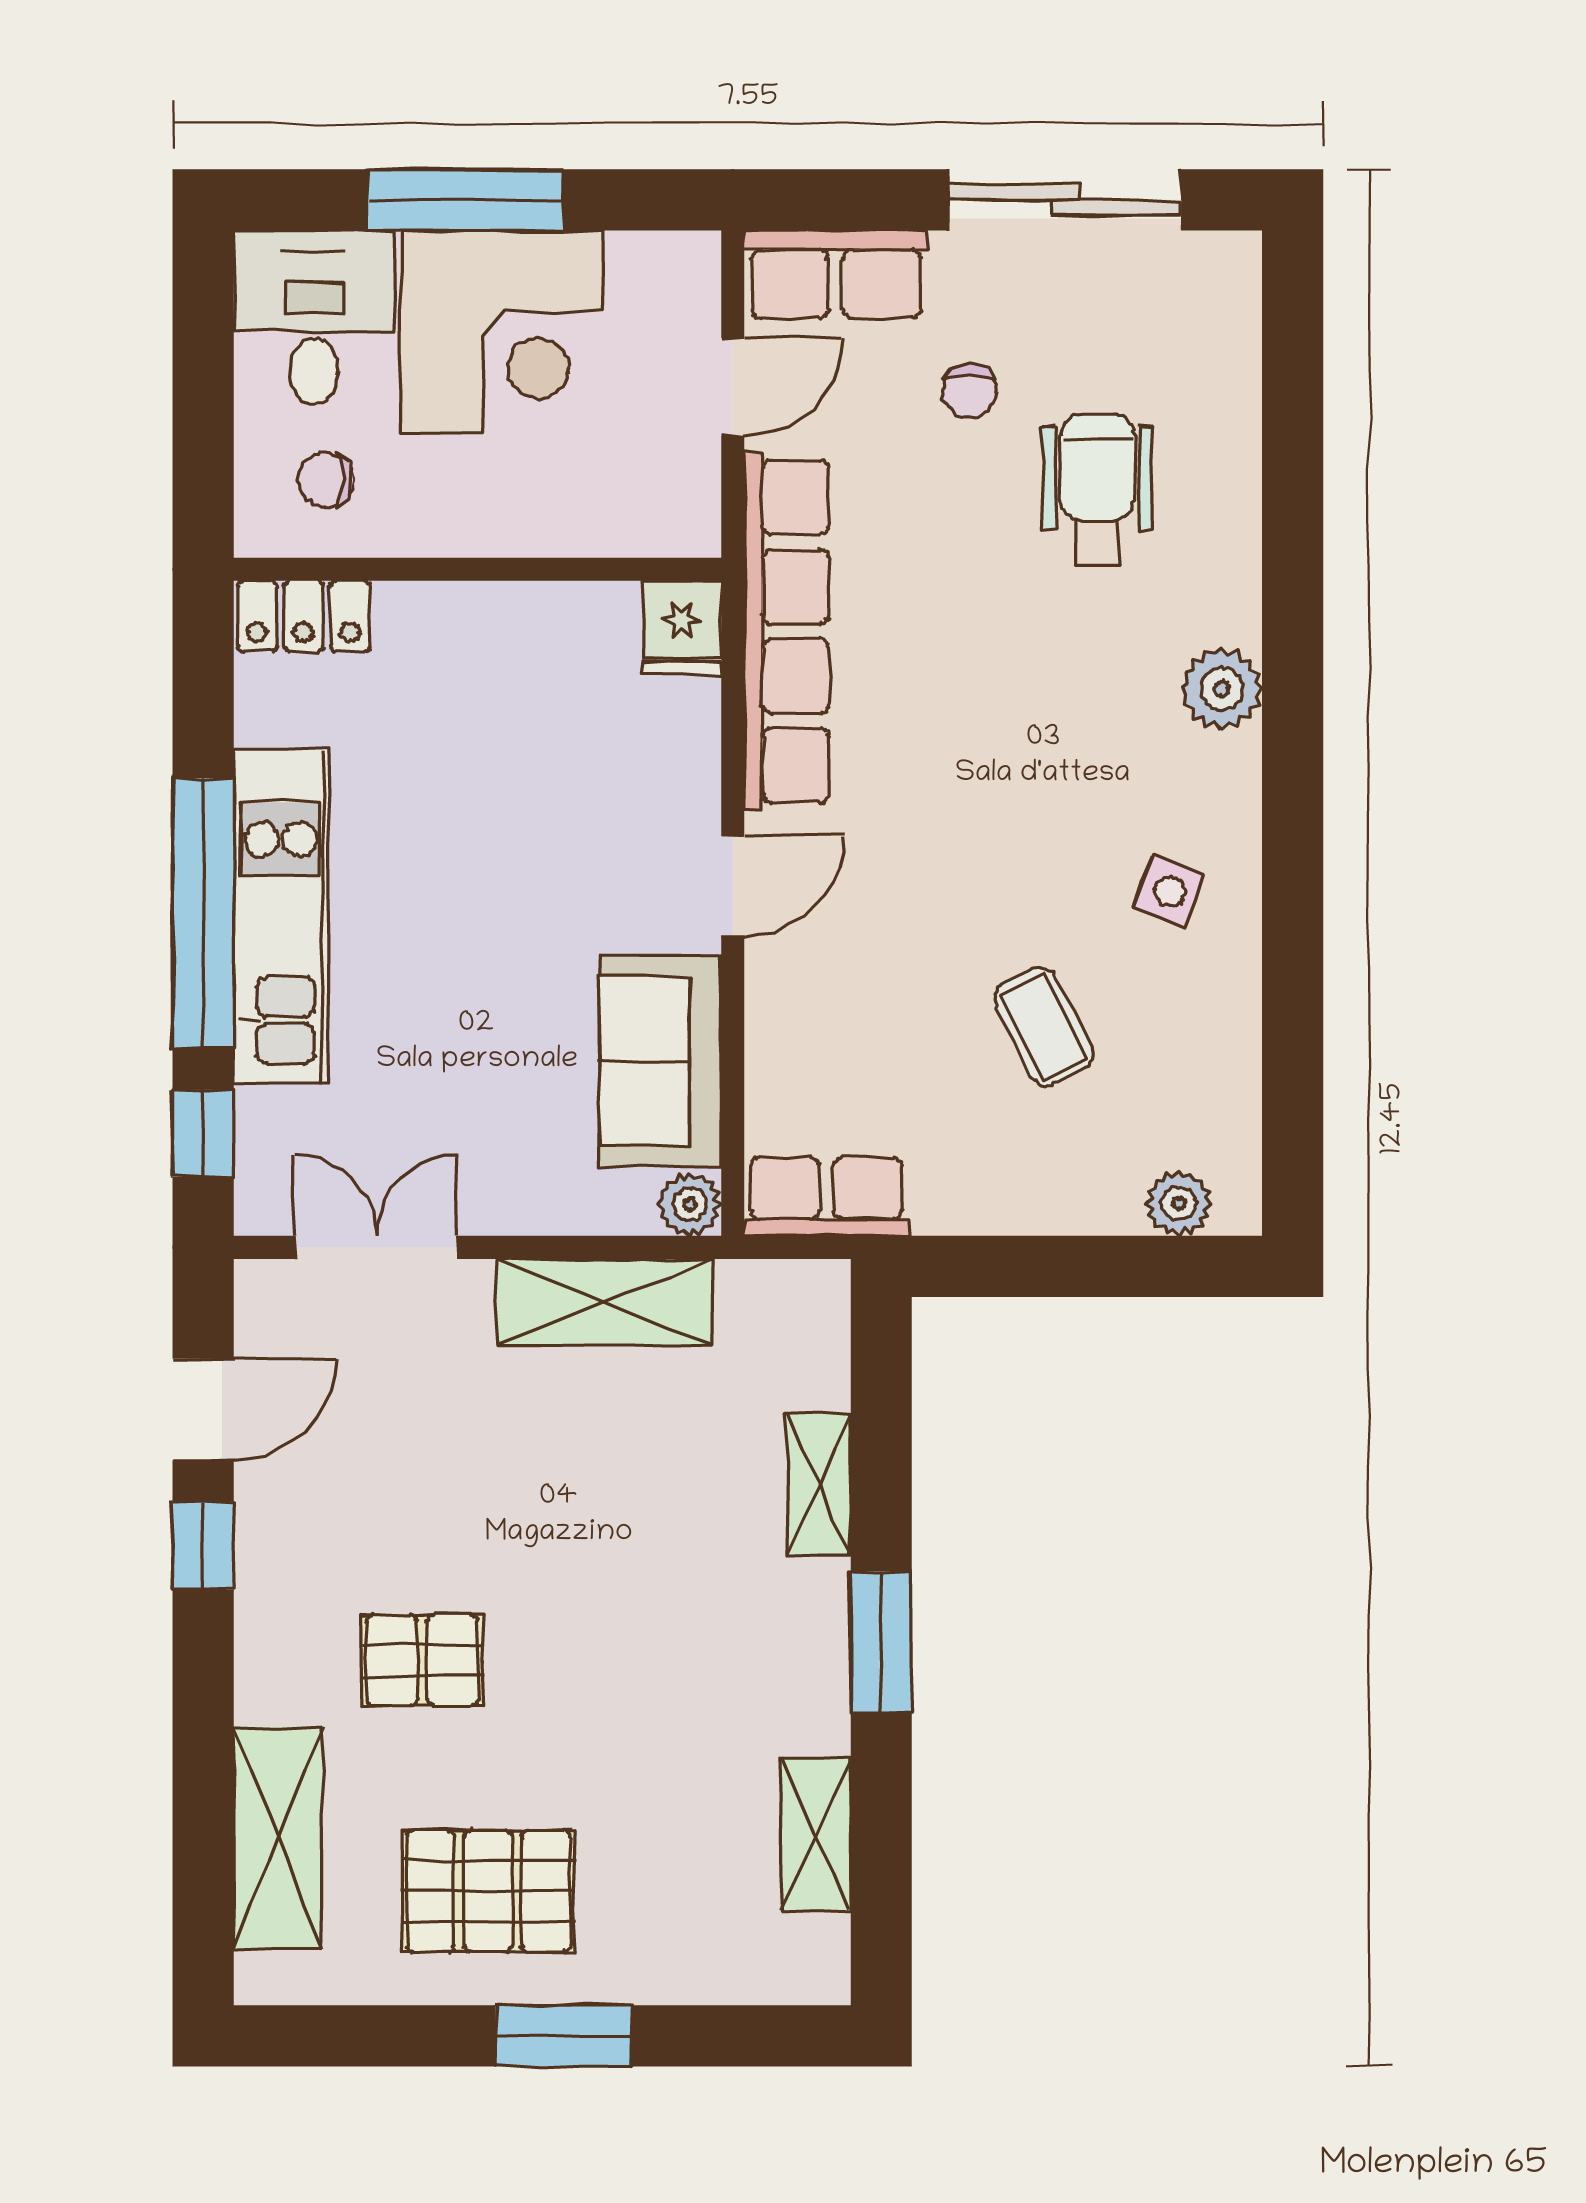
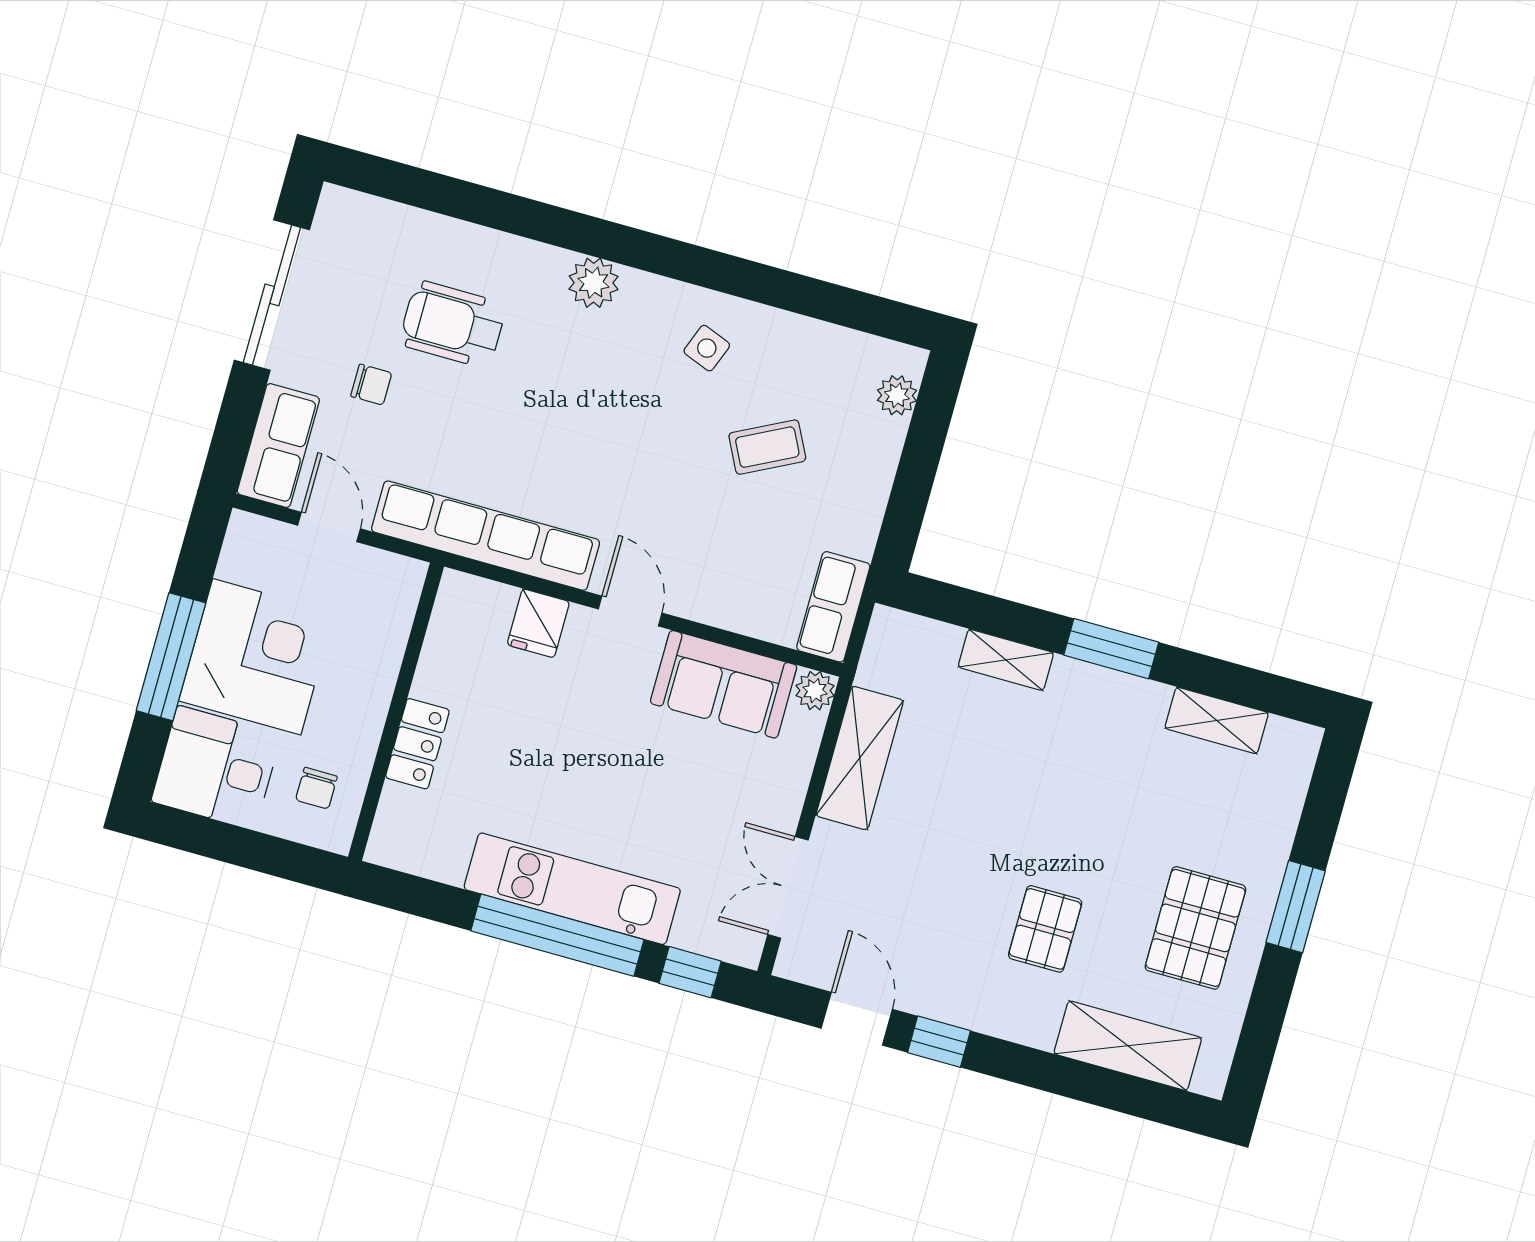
locker: (304, 616) -> (417, 744), moved
fridge: (682, 628) -> (538, 623), moved, turned 90

